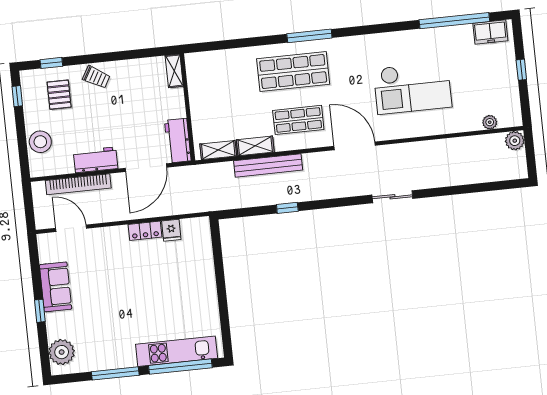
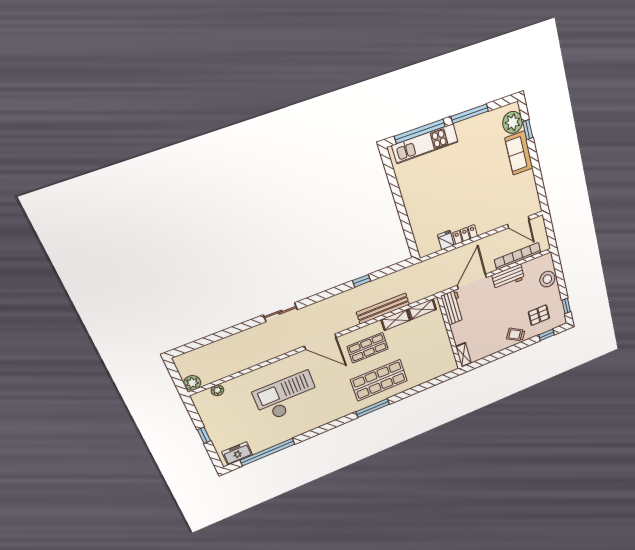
pallet: (59, 95) -> (539, 315), turned 90
sofa: (56, 287) -> (519, 153), moved
window: (40, 311) -> (528, 130), moved

